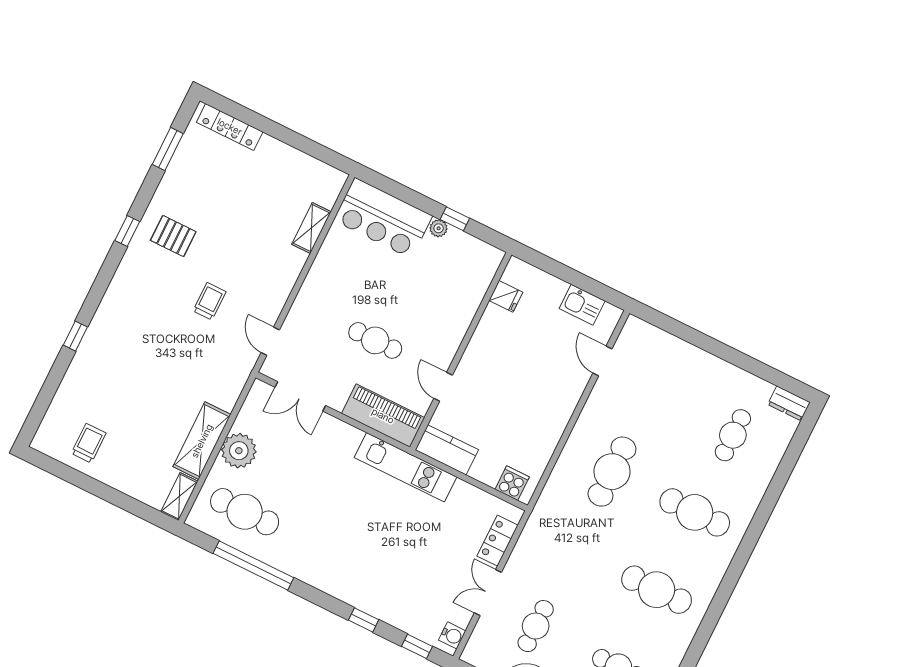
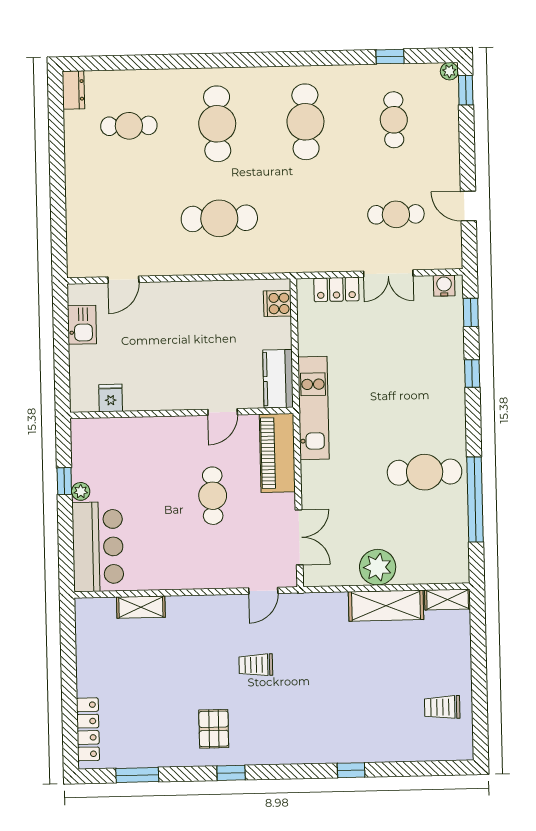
cafe table: (245, 512) -> (425, 472), moved, turned 90

